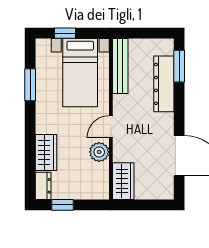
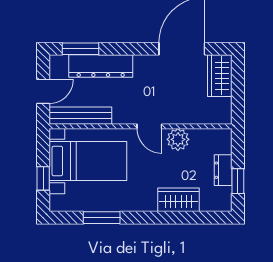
door: (142, 33) -> (43, 91), added
wardrobe: (123, 181) -> (220, 76), moved, turned -90
dresser: (43, 186) -> (223, 170), moved, turned -90

